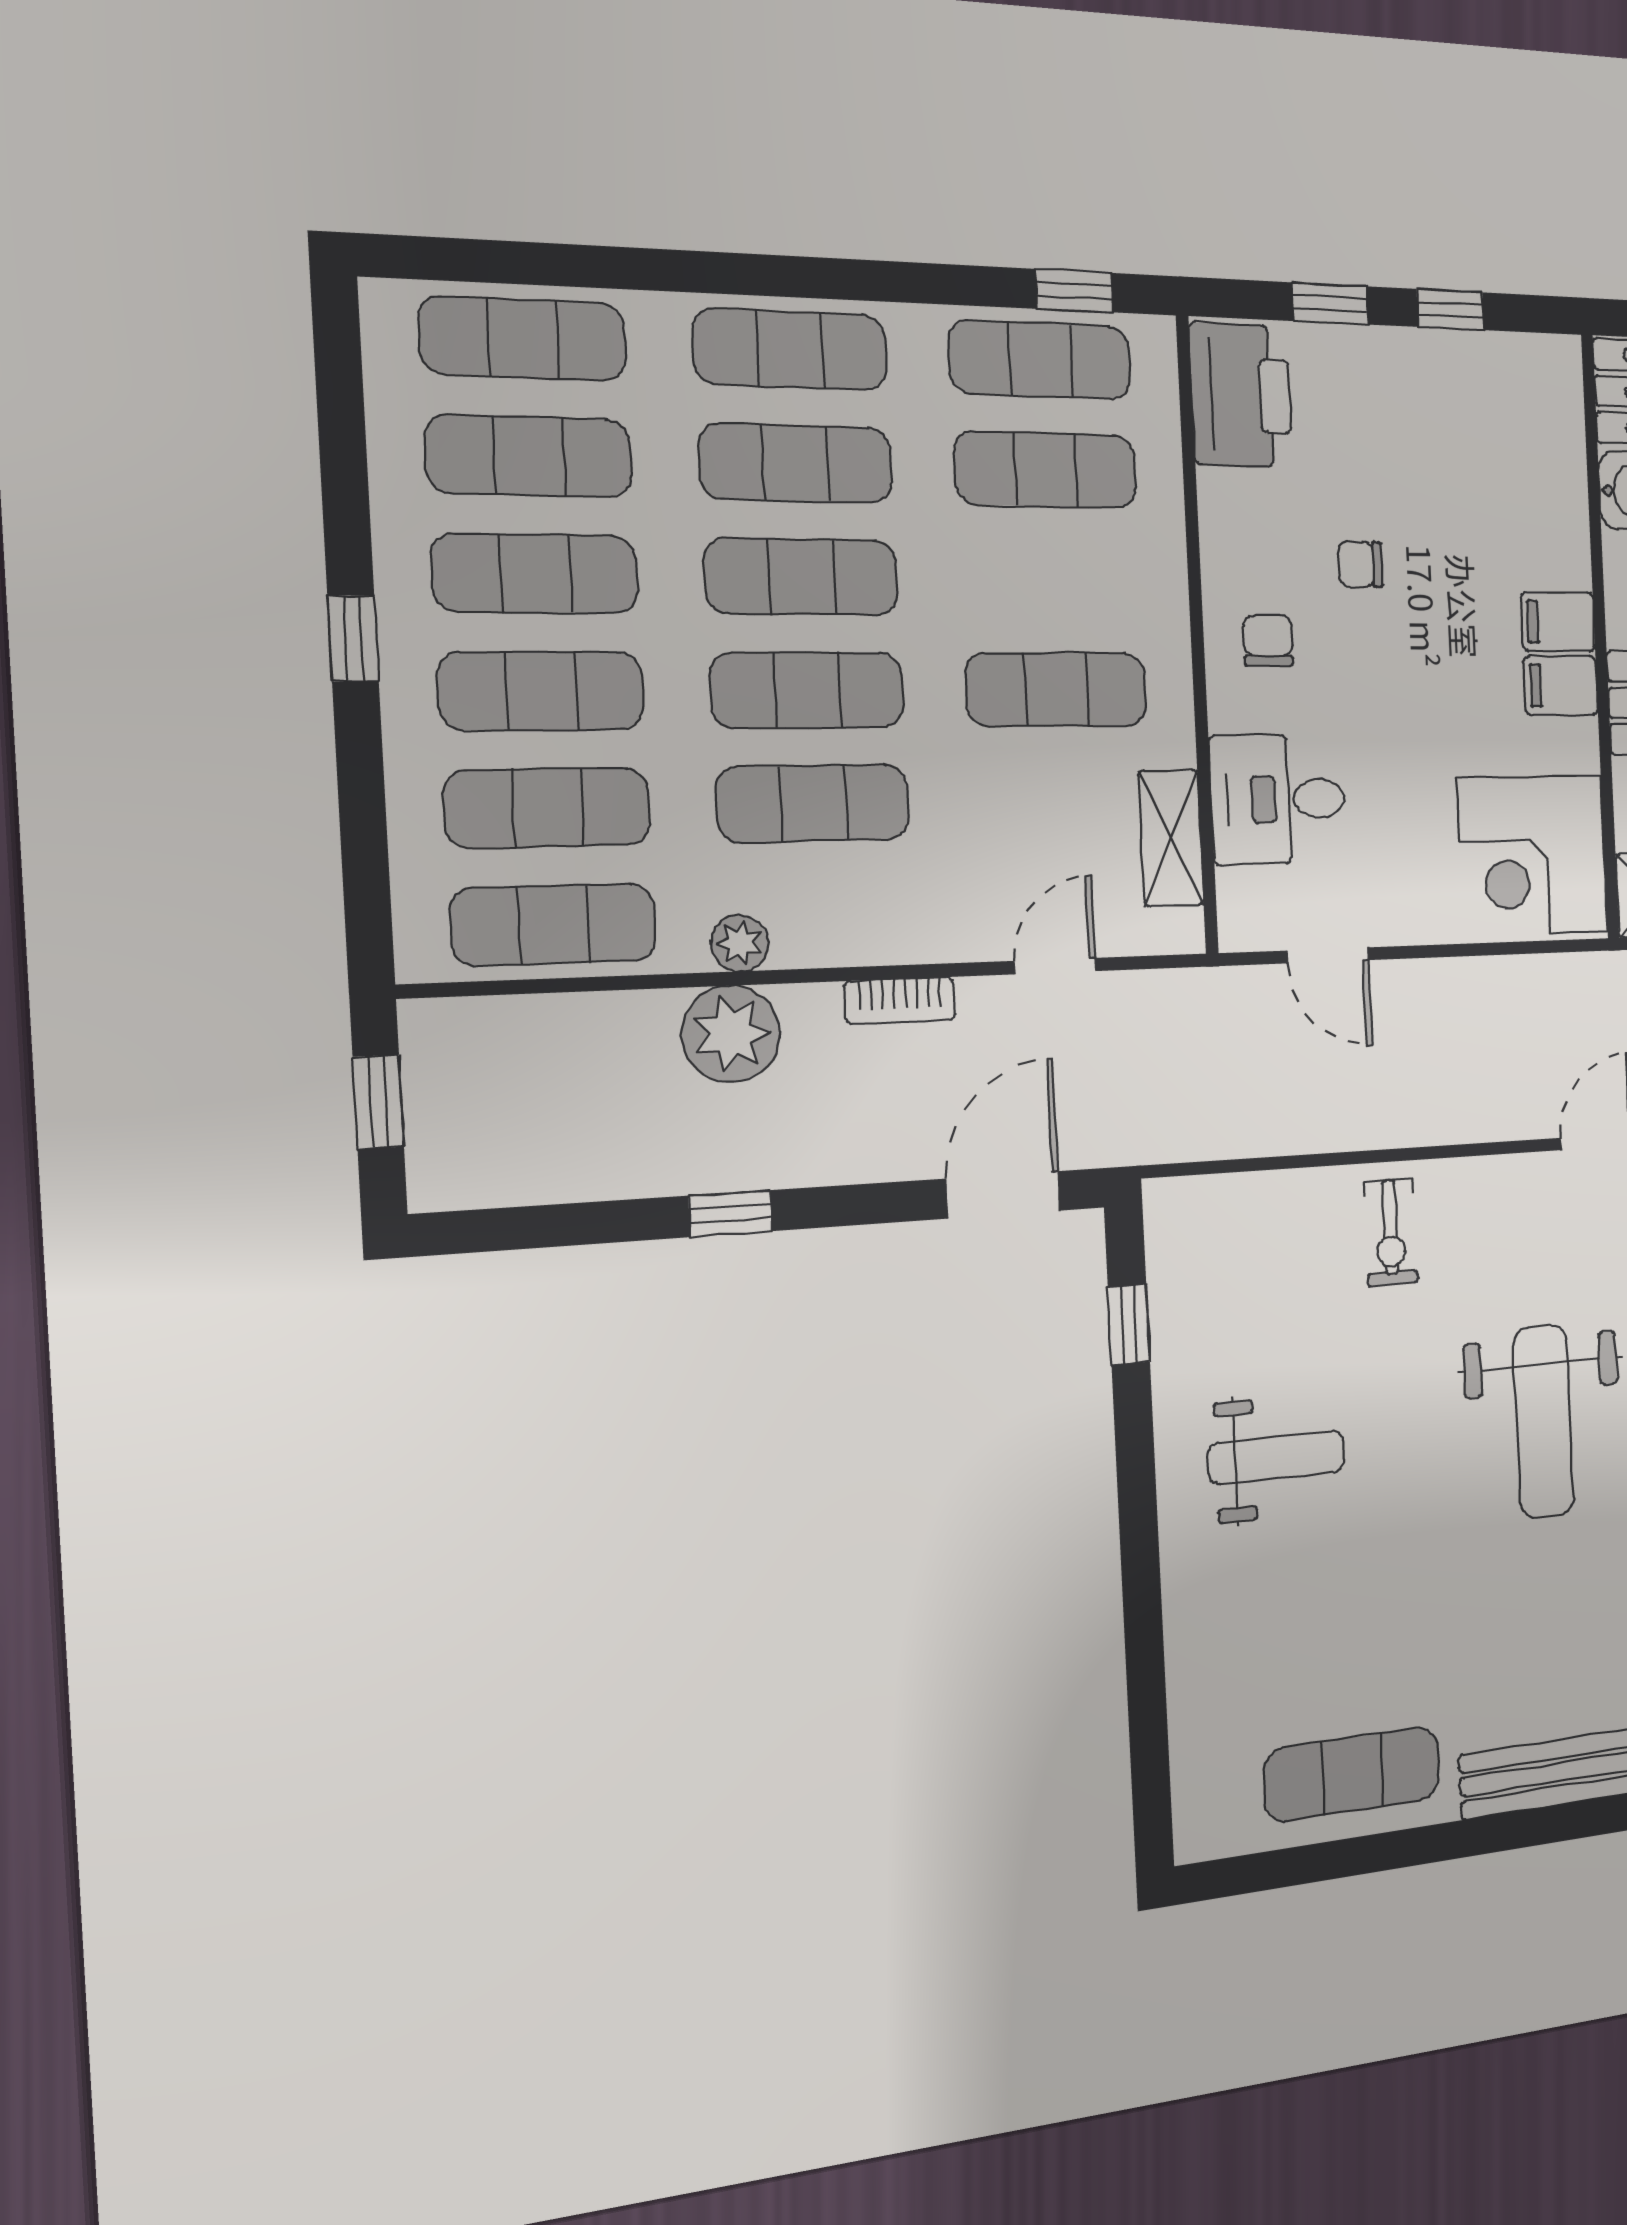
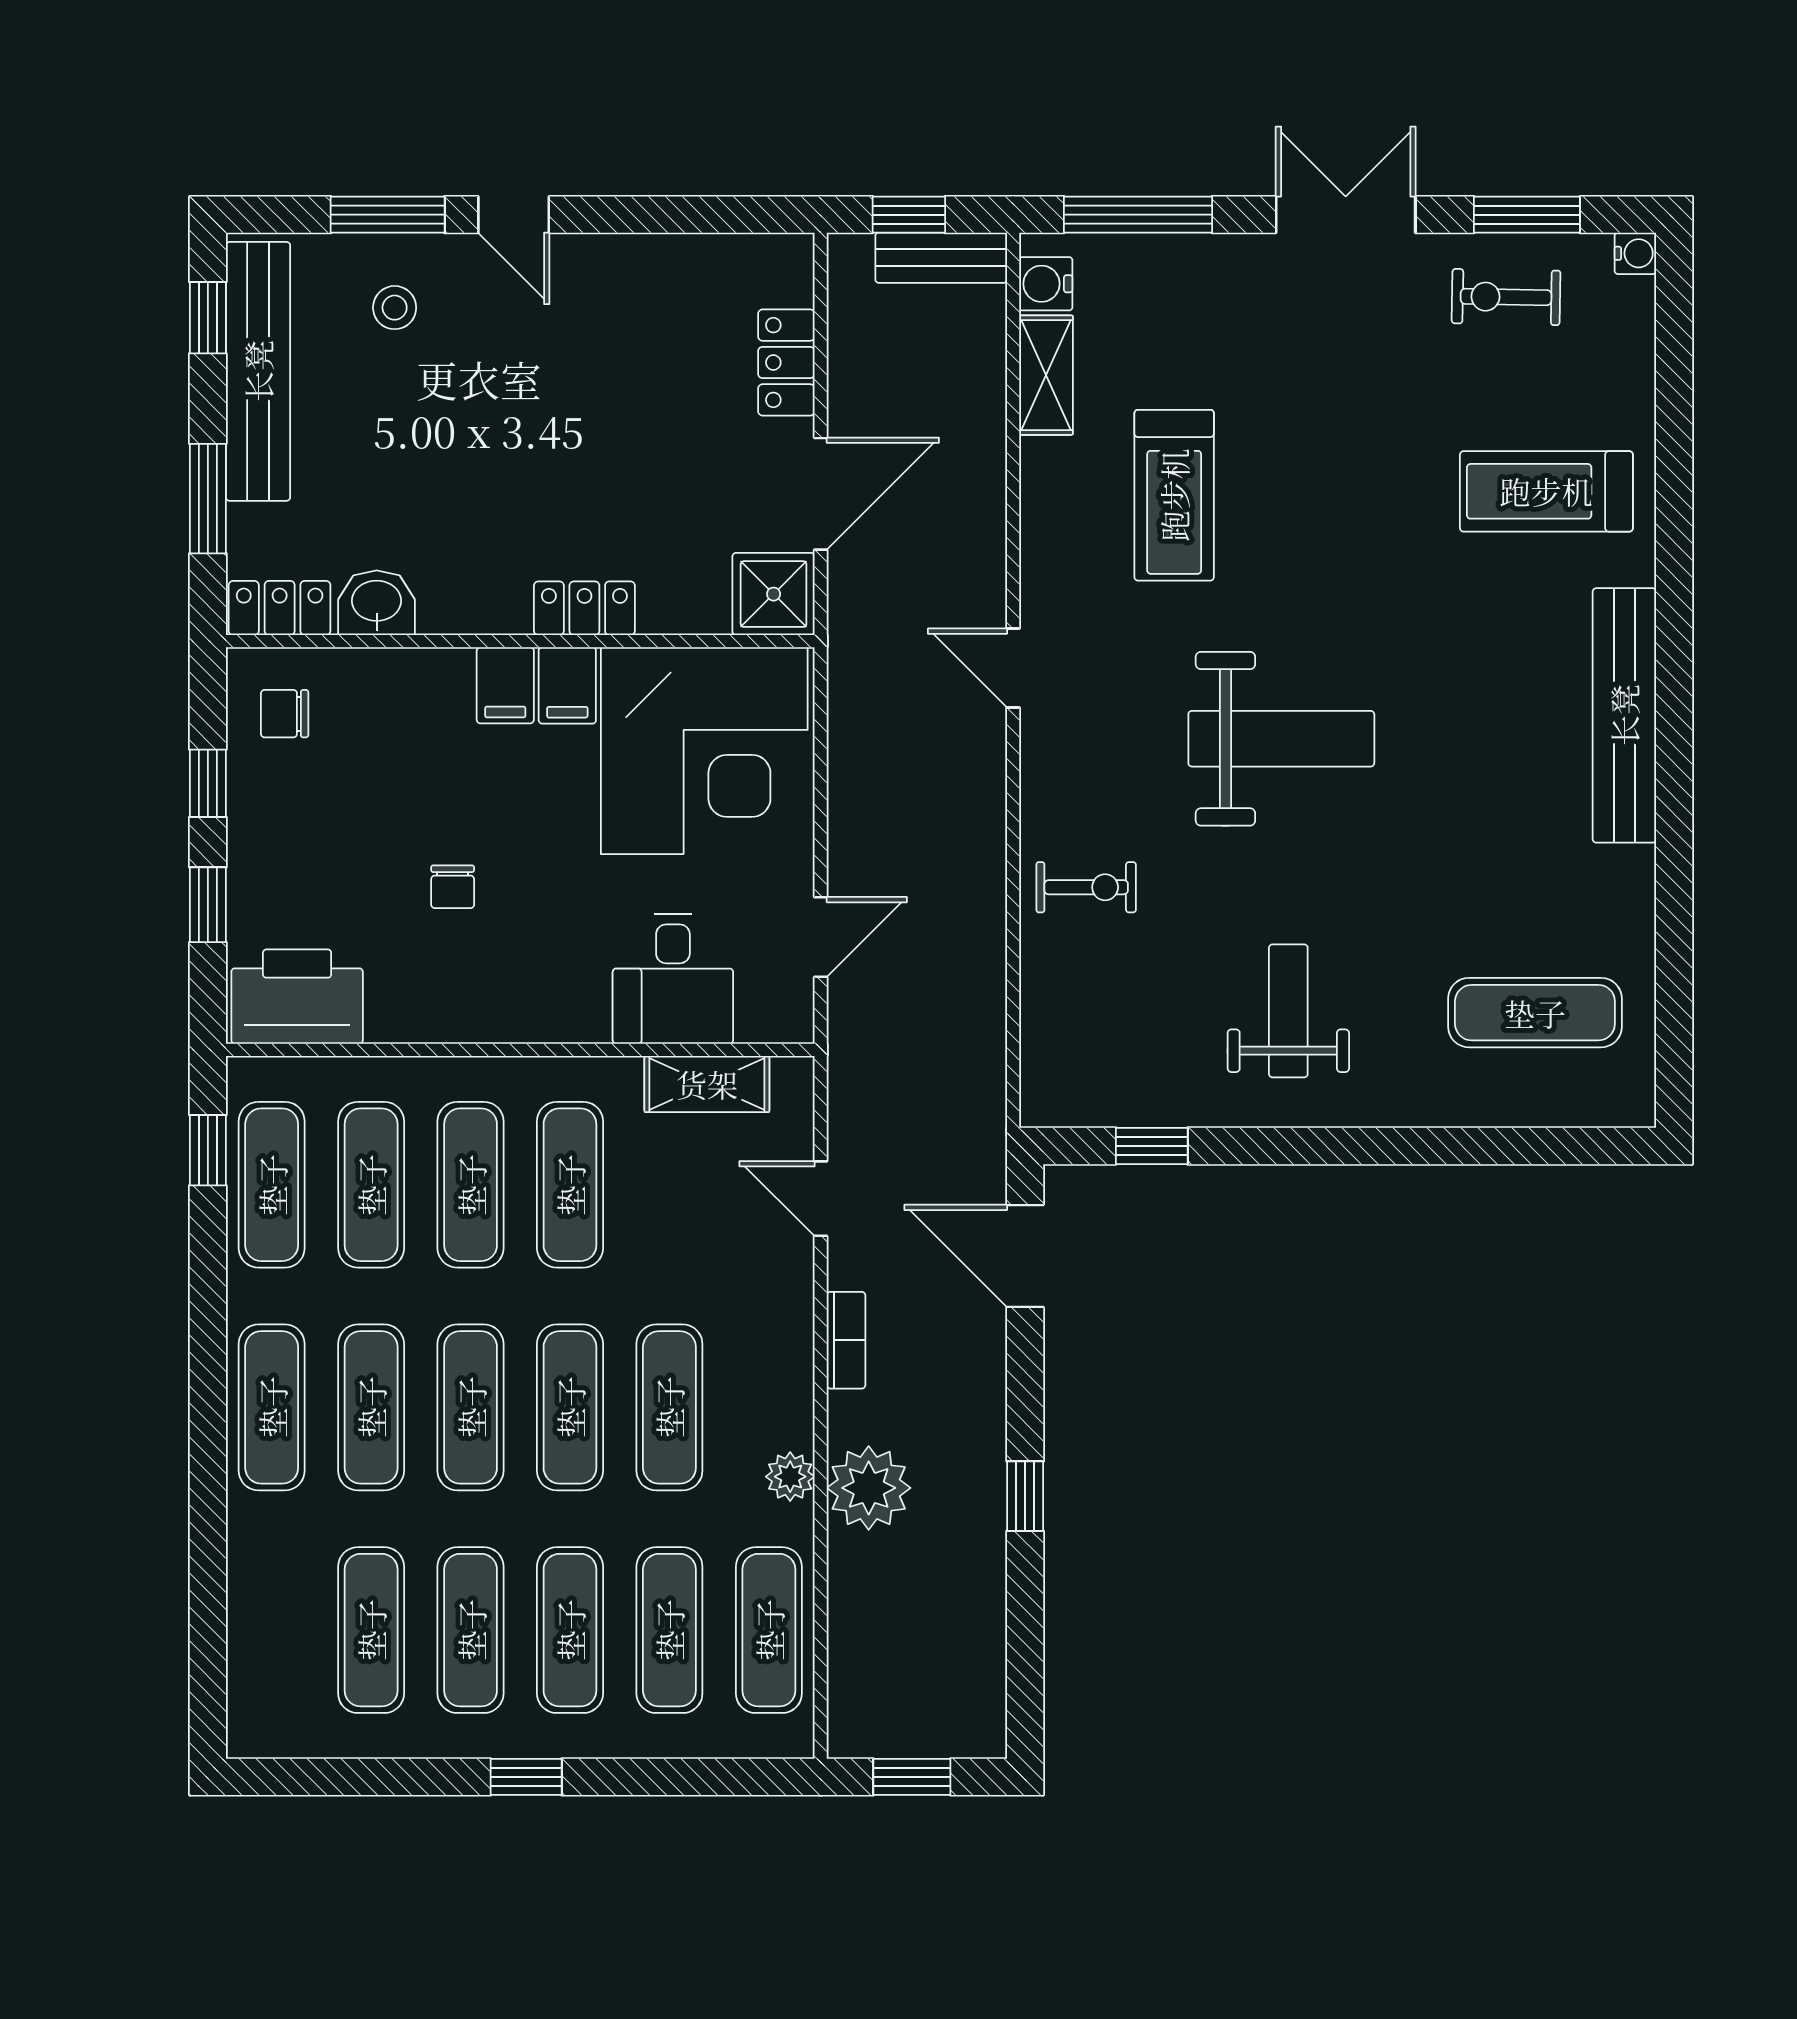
exercise mat: (523, 339) -> (471, 1185), moved
chair: (1268, 640) -> (285, 714), moved
corner desk: (1533, 855) -> (704, 751), width x1.36, depth x1.36
exercise mat: (1352, 1774) -> (1535, 1013), moved, turned 90

